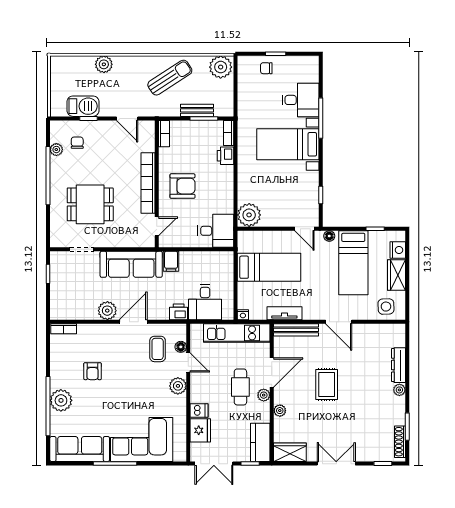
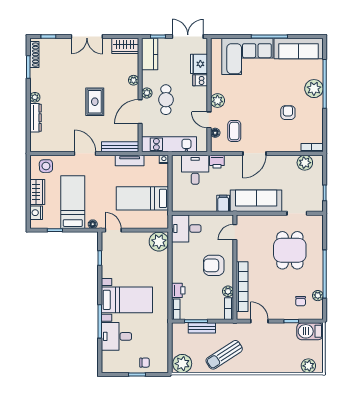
plant: (104, 64) -> (308, 366), moved
barbecue: (83, 106) -> (310, 331), moved
plant: (165, 155) -> (228, 291), added
bookcase: (148, 183) -> (242, 287), moved
dining table: (90, 204) -> (290, 250), turned 90
plant: (107, 311) -> (305, 163), moved

